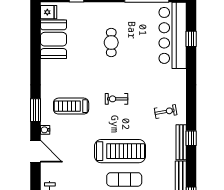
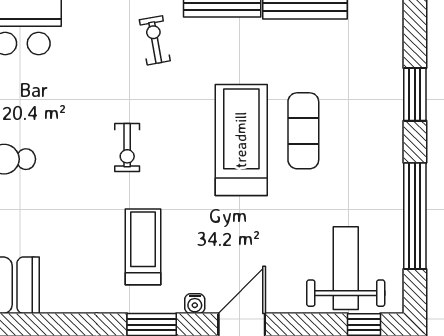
treadmill: (71, 106) -> (143, 247), turned 180

